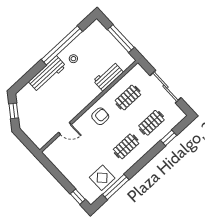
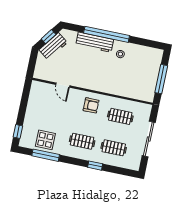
window: (62, 45) -> (107, 34), moved
workbench: (108, 76) -> (53, 46), moved, turned 126
window: (169, 138) -> (95, 166), moved

